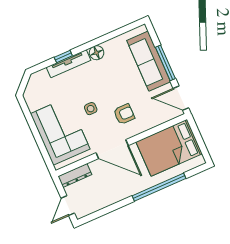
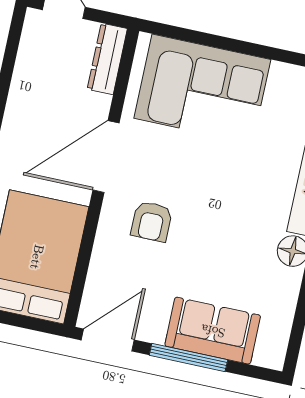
sofa: (149, 61) -> (213, 331), width x0.73
side table: (91, 109) -> (203, 170), removed

